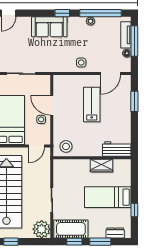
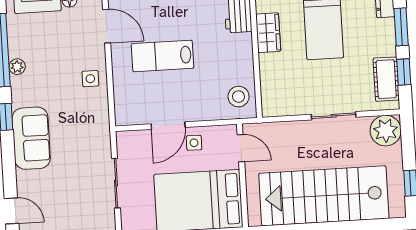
cot: (71, 229) -> (386, 79), width x0.73, depth x0.75

